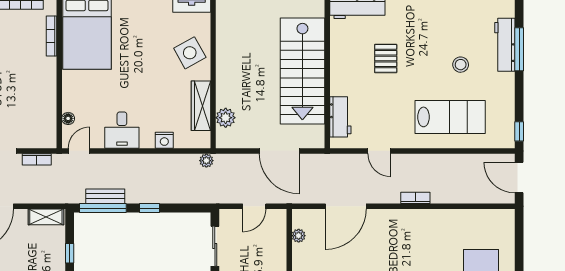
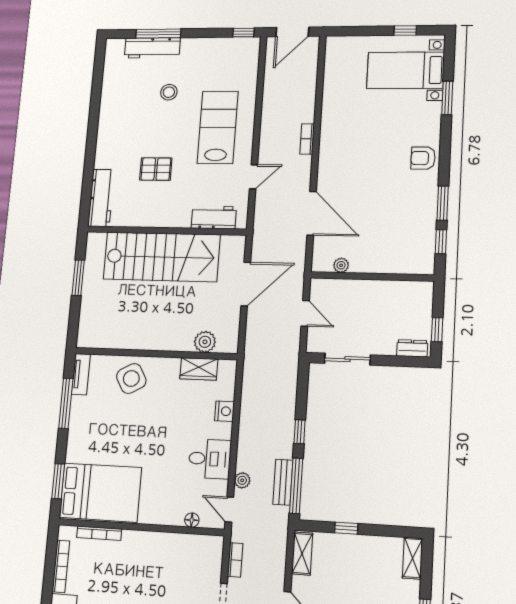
wardrobe: (201, 106) -> (199, 369), width x0.67
lab bench: (450, 117) -> (218, 127), moved
plant: (206, 161) -> (242, 480), moved

